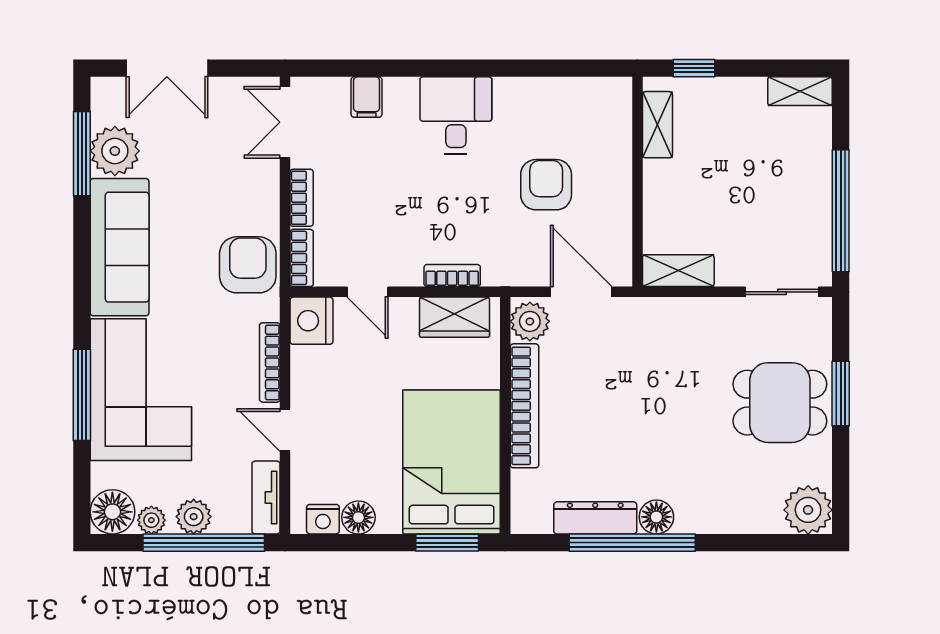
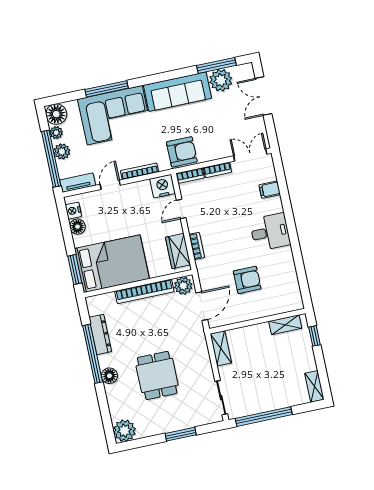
dining table: (780, 403) -> (157, 375), moved
floor lamp: (656, 517) -> (109, 376), moved

